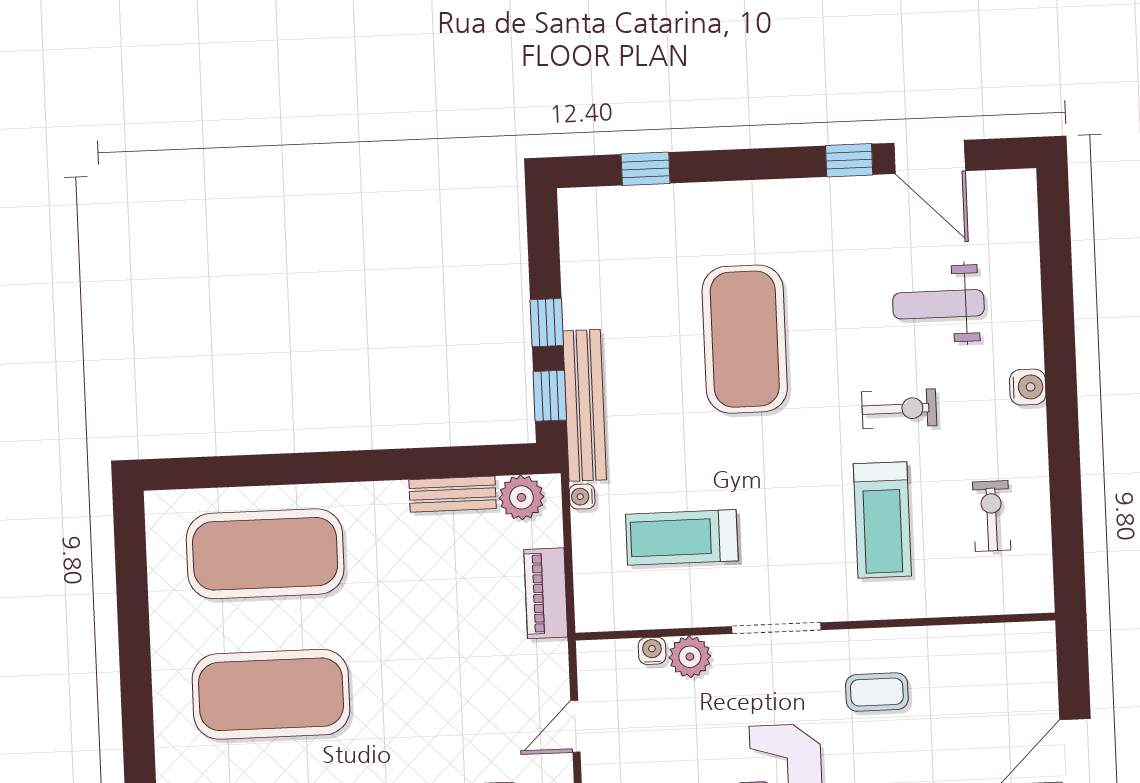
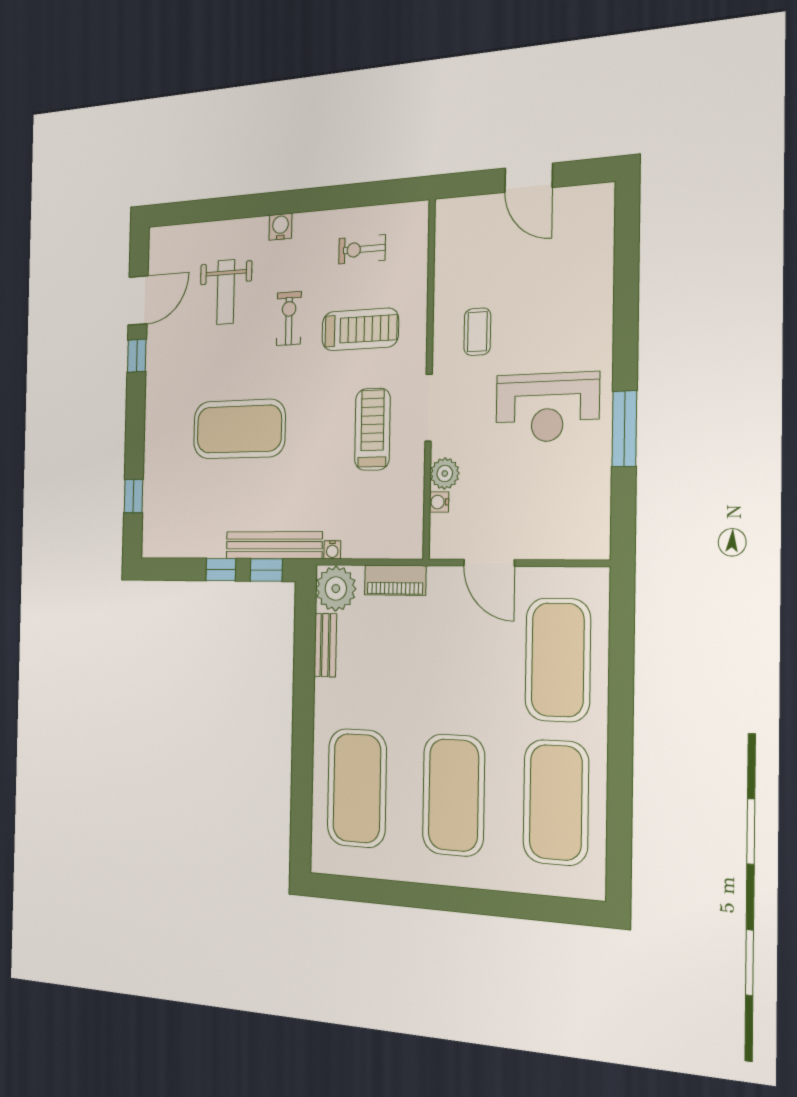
plant: (521, 497) -> (336, 589), width x1.36, depth x1.36
treadmill: (682, 537) -> (372, 429), moved, turned 180
door: (575, 726) -> (489, 563), width x1.38

